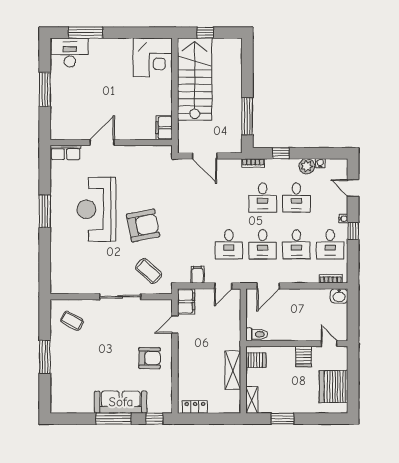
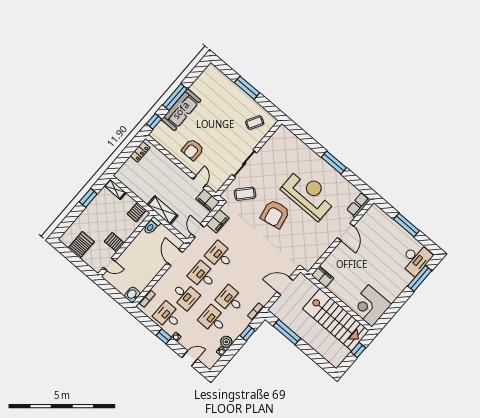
desk: (296, 244) -> (185, 296), turned 180
filing cabinet: (197, 275) -> (218, 221), width x2.00
shelving: (233, 370) -> (162, 210), moved
server rack: (334, 387) -> (81, 245), width x0.62

